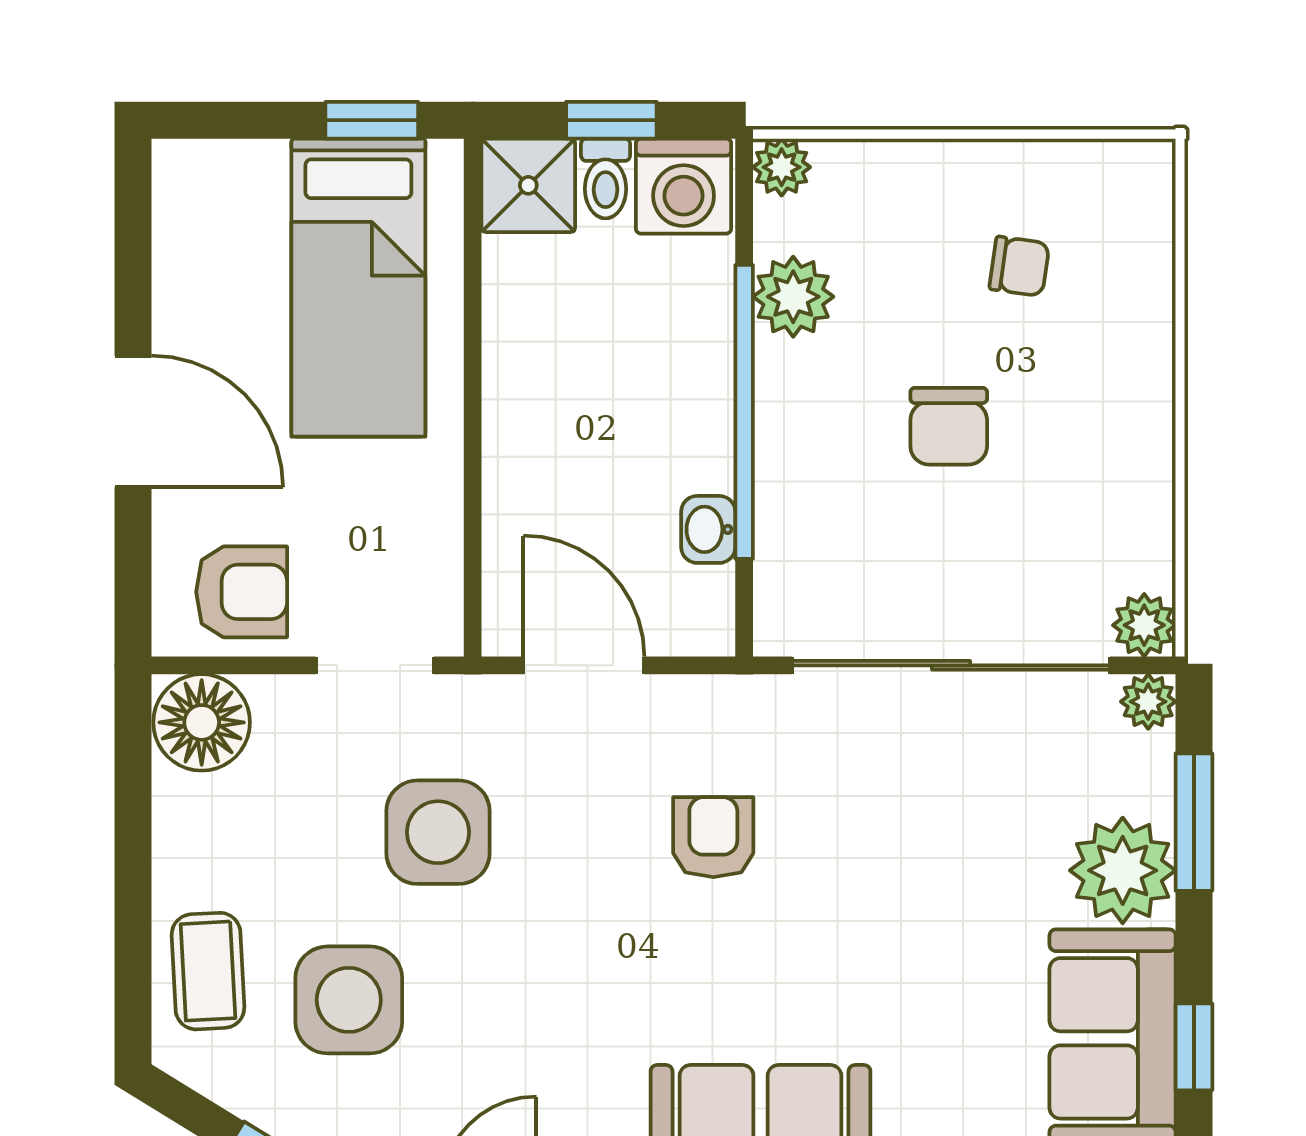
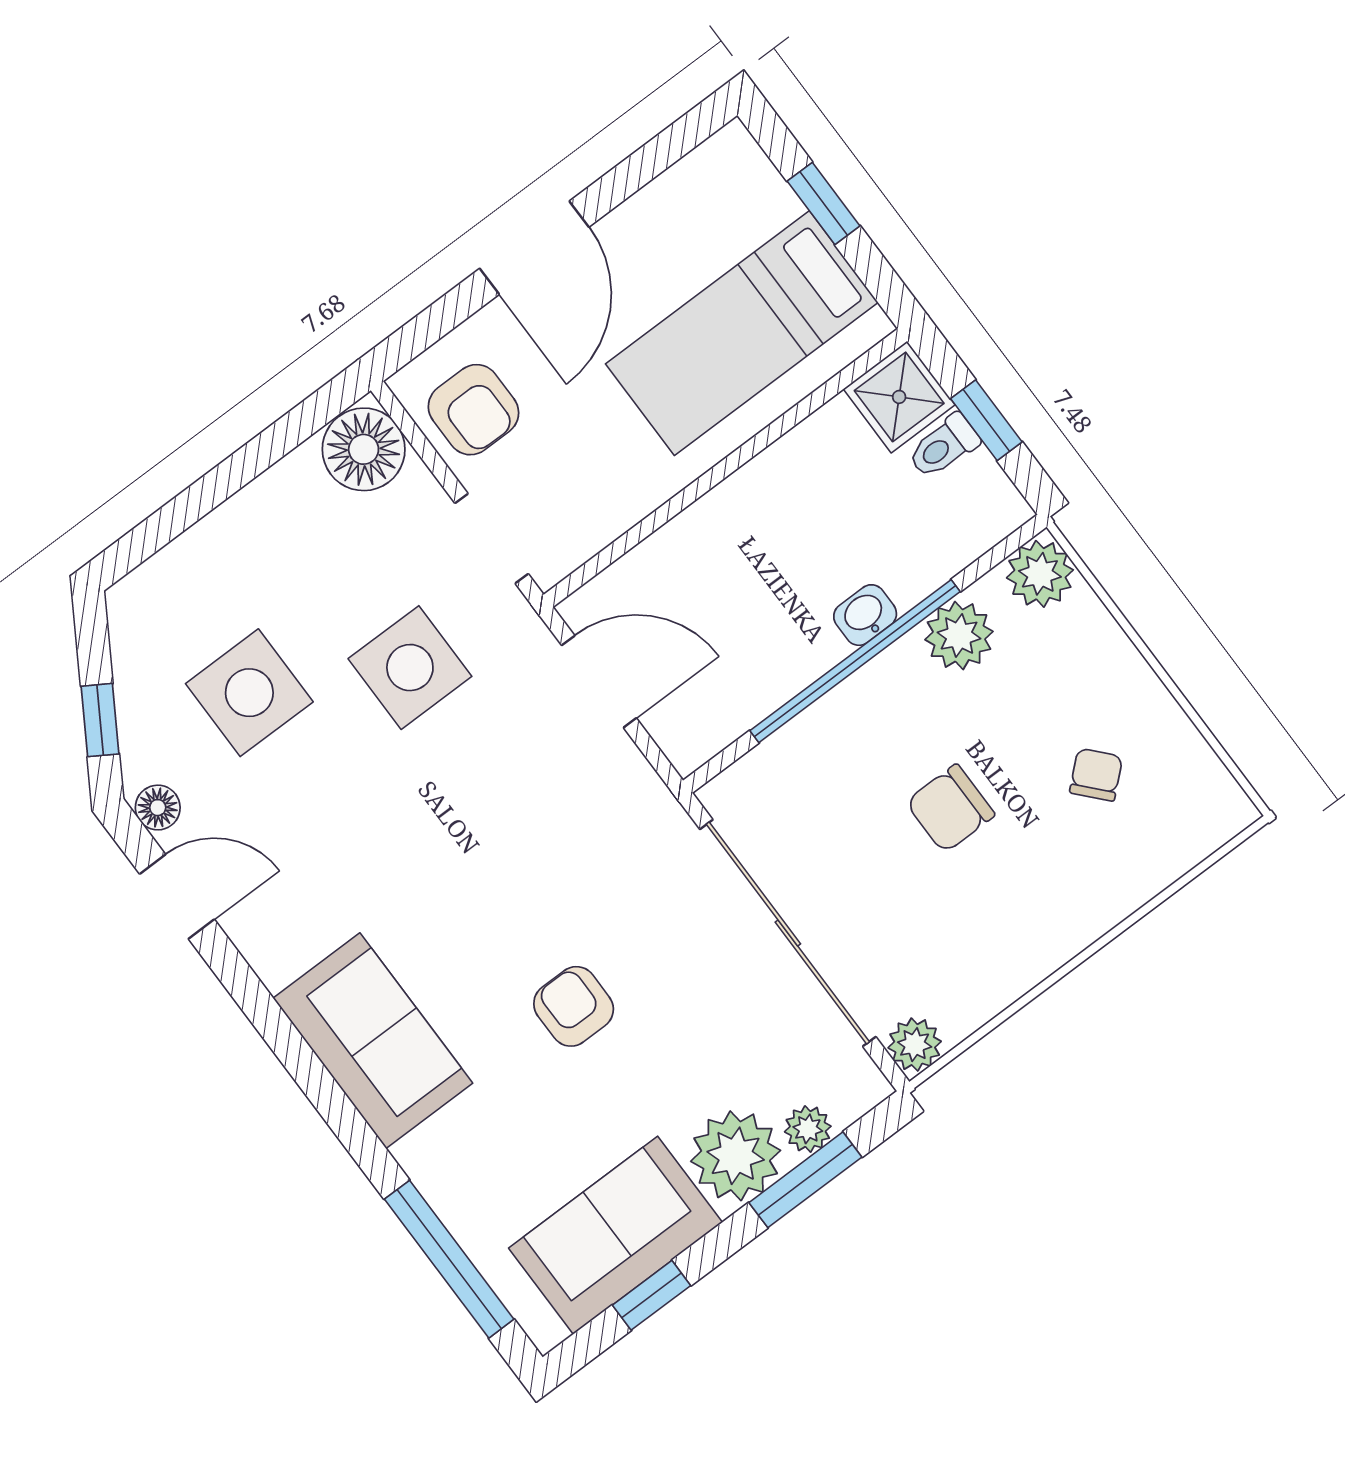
window: (372, 120) -> (824, 203), moved
plant: (782, 167) -> (1040, 574), width x1.38, depth x1.38
washing machine: (684, 186) -> (978, 504), removed
chair: (1019, 266) -> (1096, 775), turned -140
washbasin: (708, 529) -> (865, 615), moved
door: (584, 665) -> (599, 682), hinge flipped
plant: (1148, 702) -> (808, 1129), moved
armchair: (713, 837) -> (574, 1006), moved, turned -90
coffee table: (208, 971) -> (197, 581), removed

